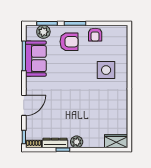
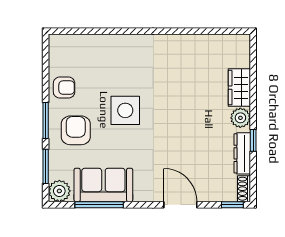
plant: (43, 32) -> (59, 191), moved
side table: (106, 70) -> (125, 110), moved
wardrobe: (116, 141) -> (239, 88), moved

